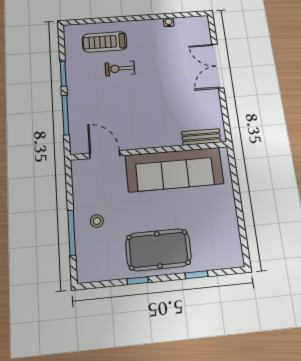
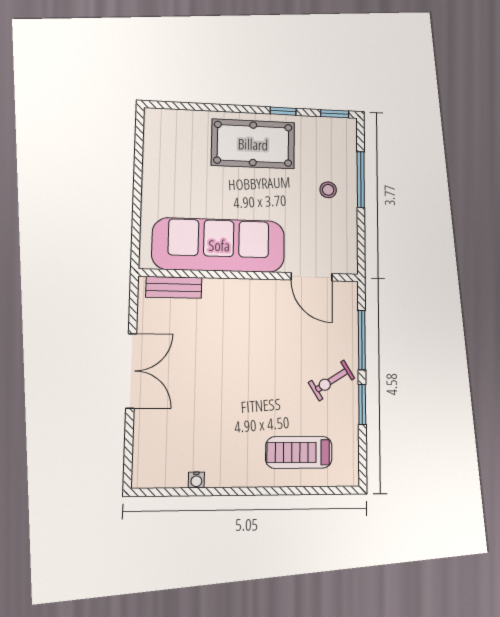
treadmill: (105, 42) -> (299, 452), turned 180
double door: (218, 66) -> (131, 371), moved
exercise bike: (120, 68) -> (332, 380), moved, turned 148
window: (197, 275) -> (335, 114), moved

